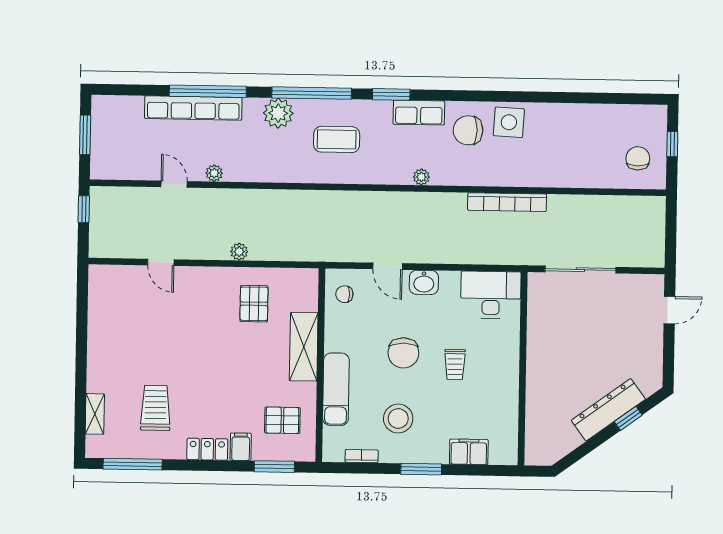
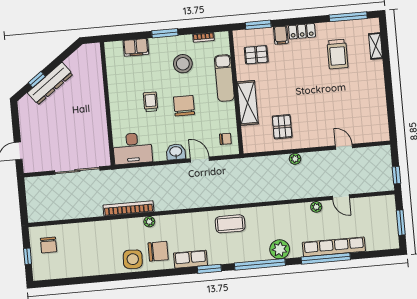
coffee table: (337, 139) -> (230, 224), moved
plant: (421, 177) -> (149, 222), moved

